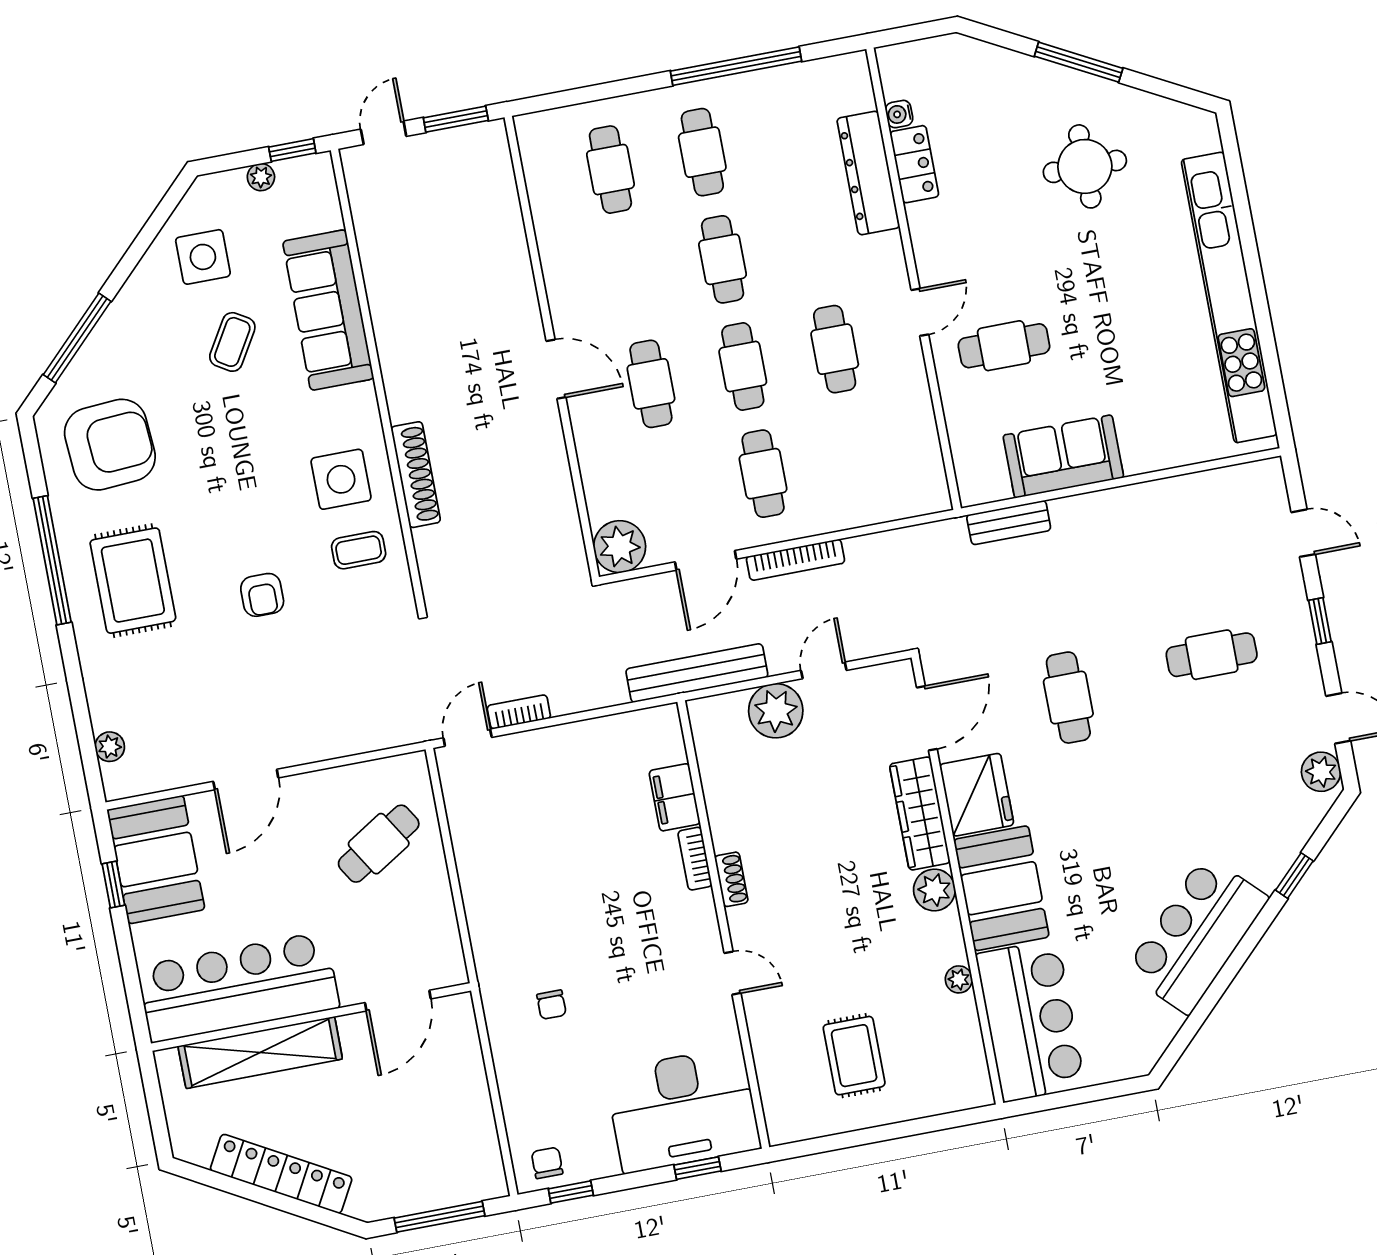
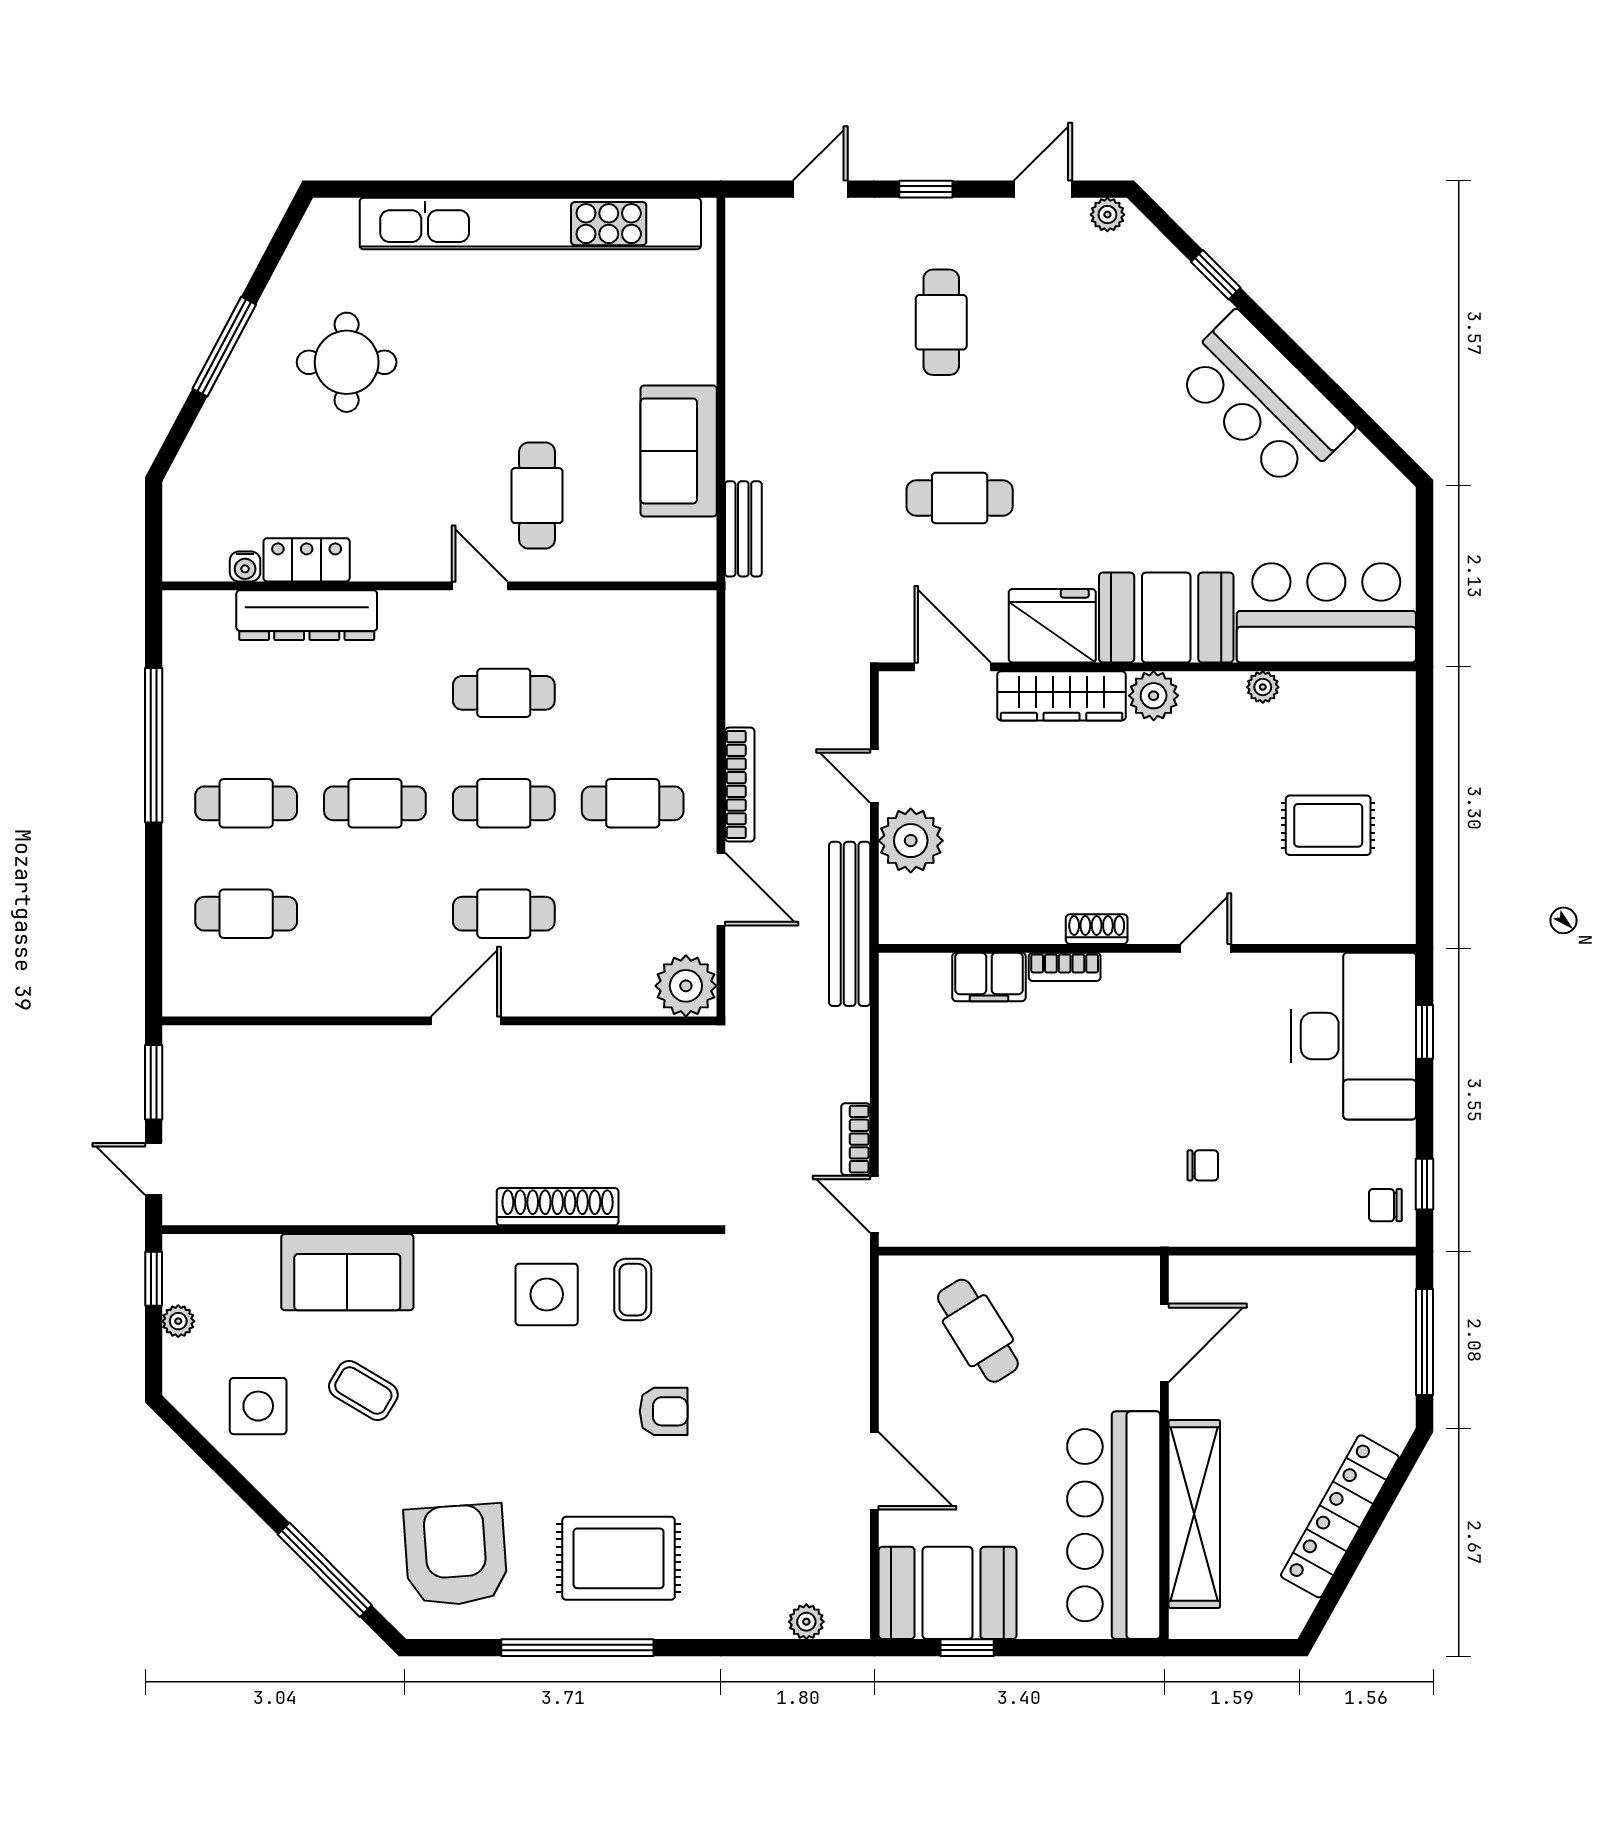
sofa: (328, 310) -> (347, 1272), width x0.73
plant: (1321, 772) -> (1107, 215), width x0.73, depth x0.73
door: (398, 1001) -> (1164, 1343), hinge flipped

